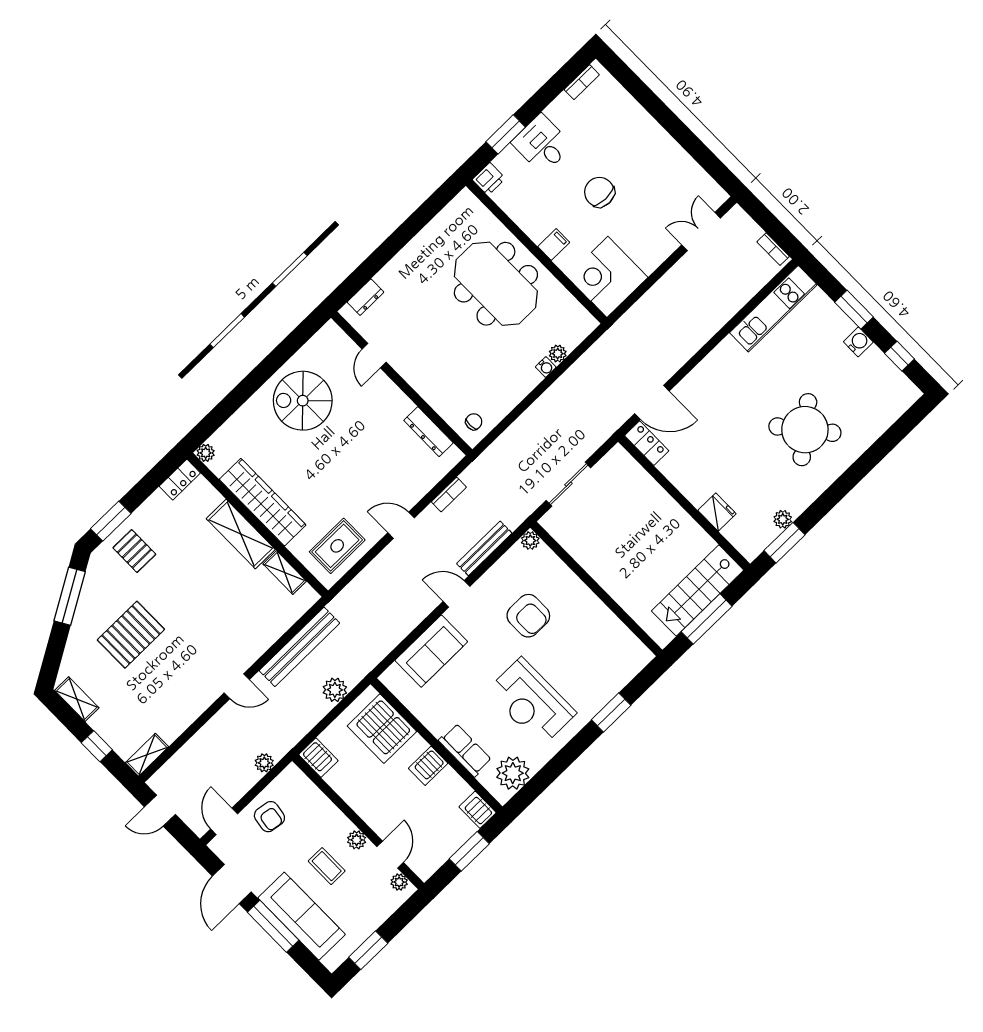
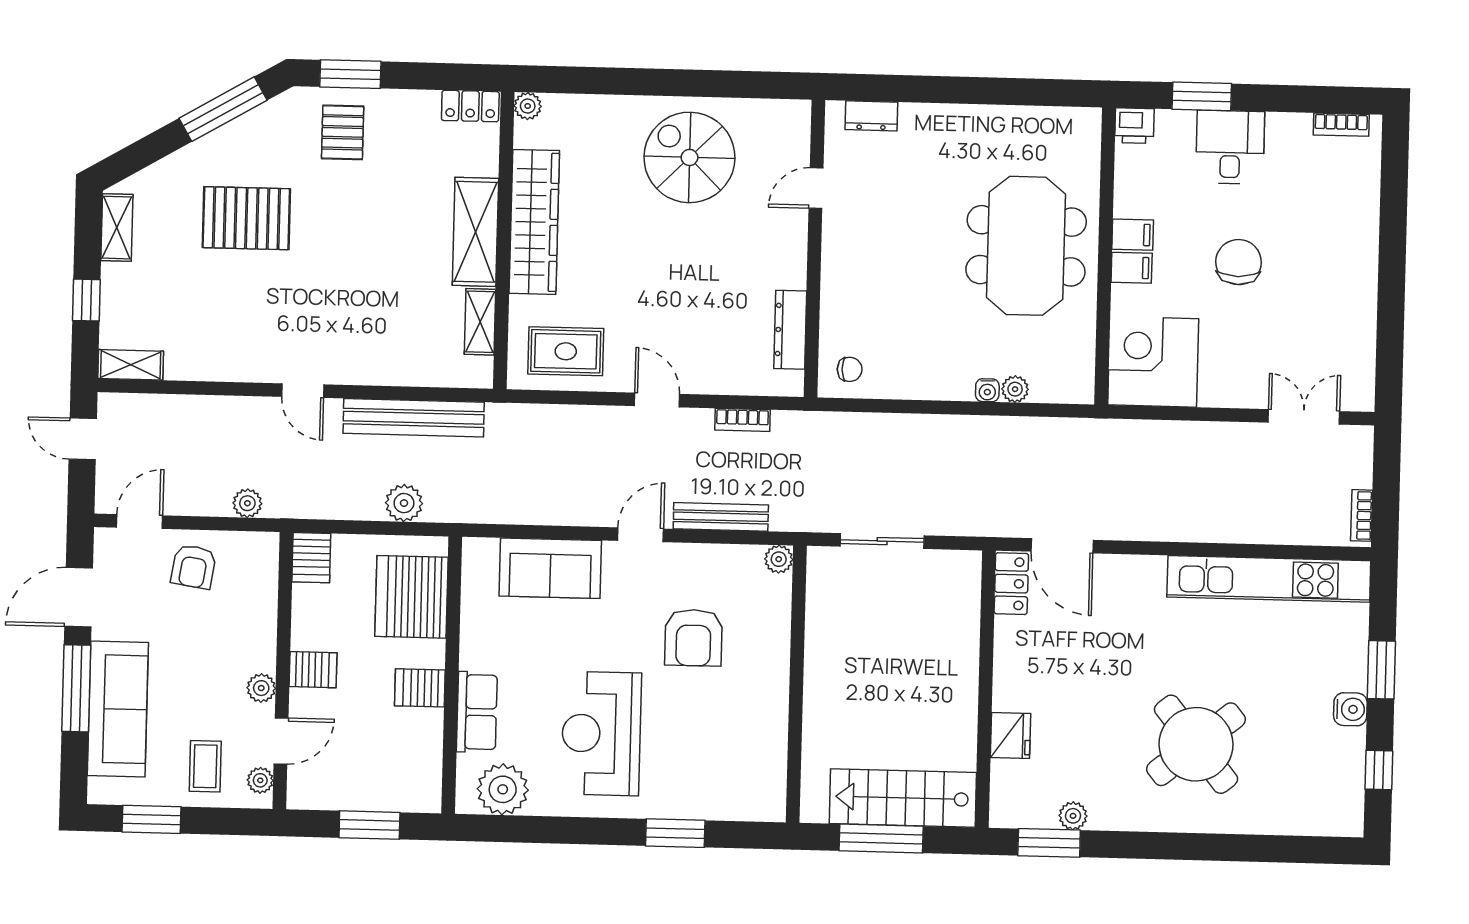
filing cabinet: (539, 229) -> (1133, 235), added
kitchen unit: (773, 309) -> (1269, 579), width x1.36
door: (456, 594) -> (641, 535), hinge flipped
server rack: (478, 810) -> (313, 670), moved, turned 90
coffee table: (327, 866) -> (205, 766), moved

